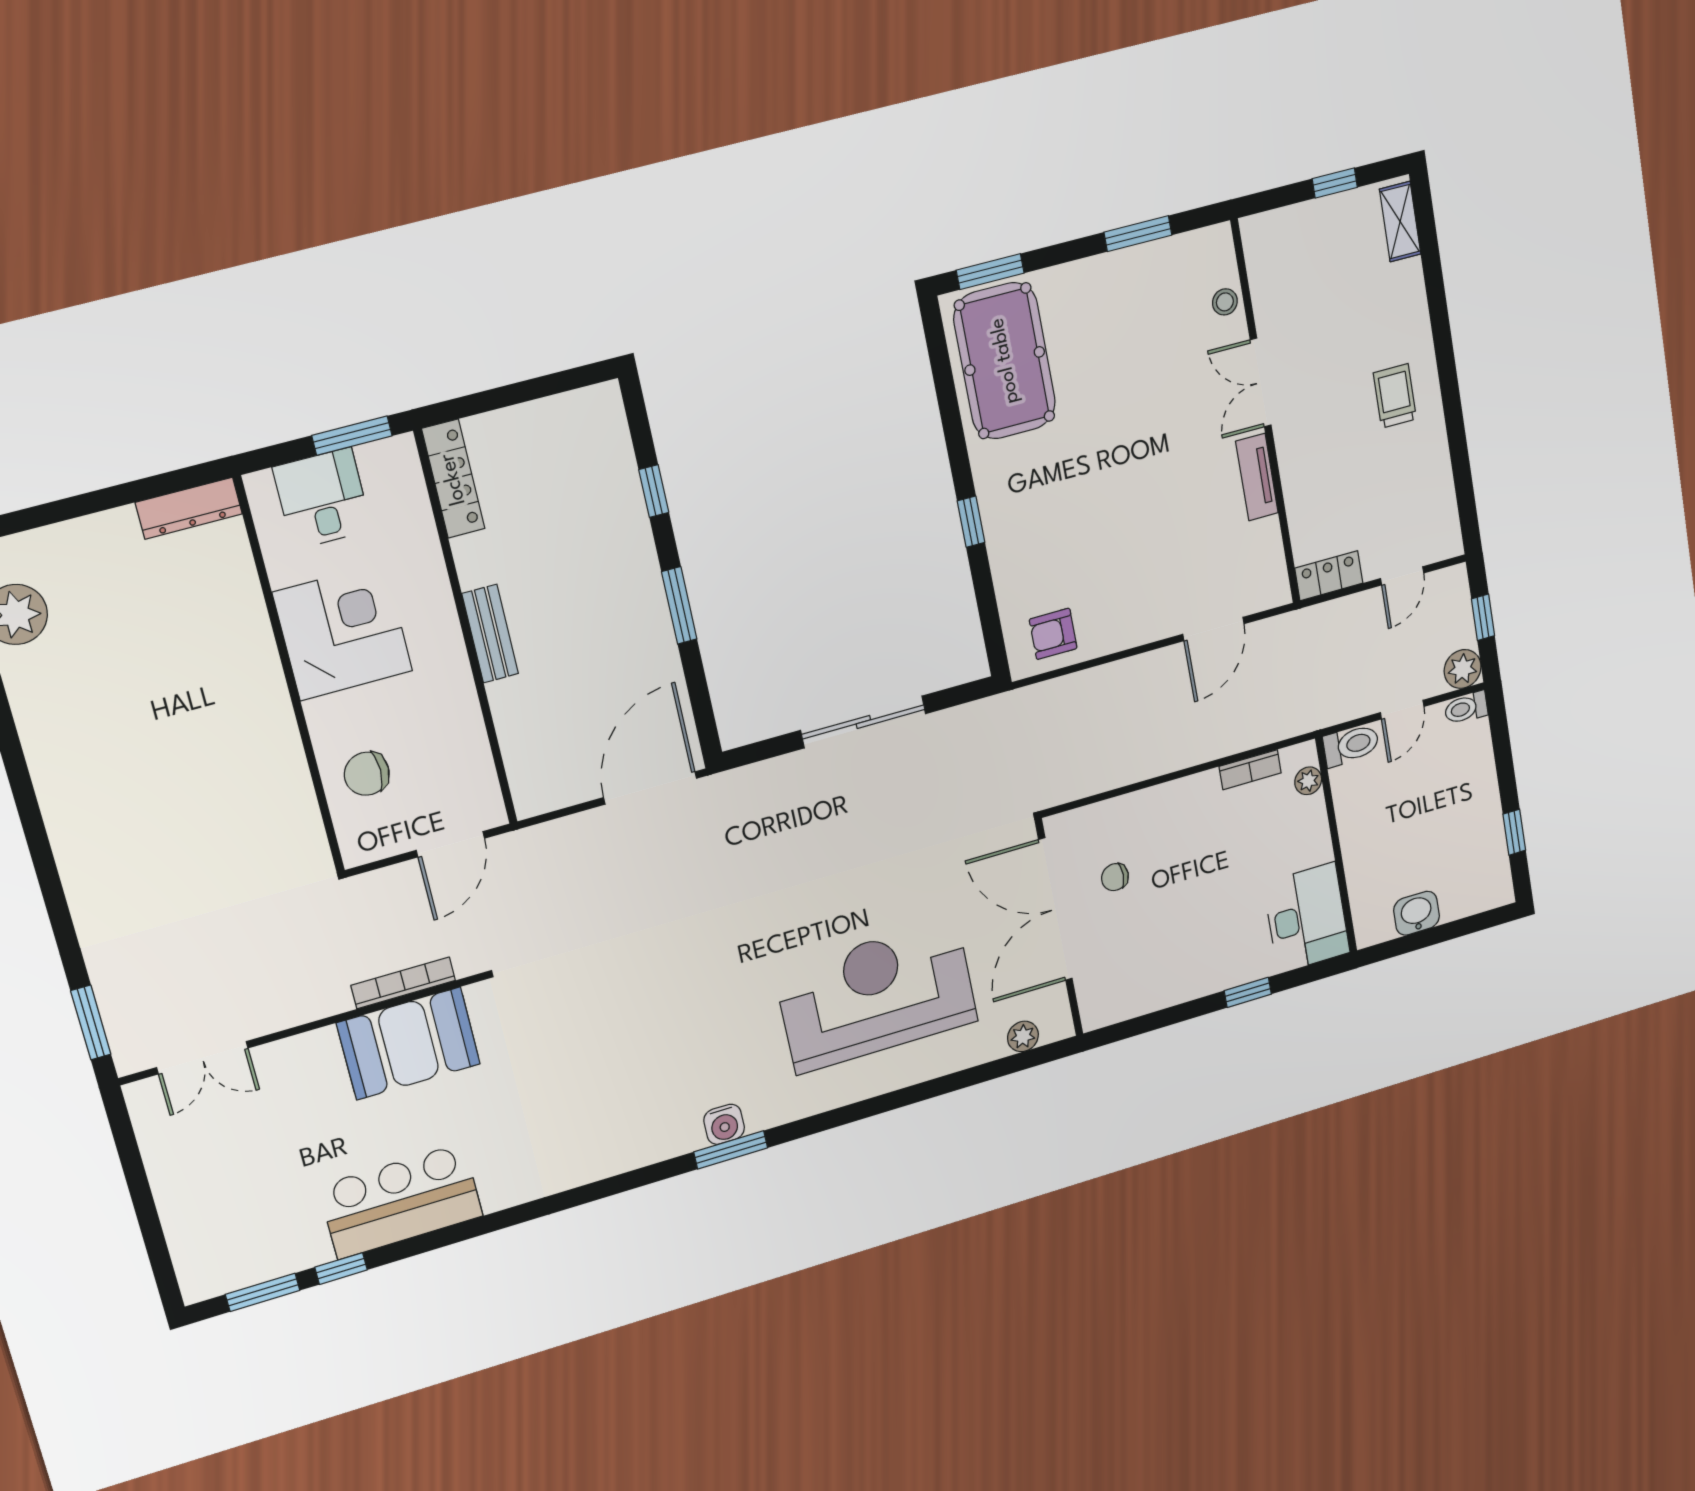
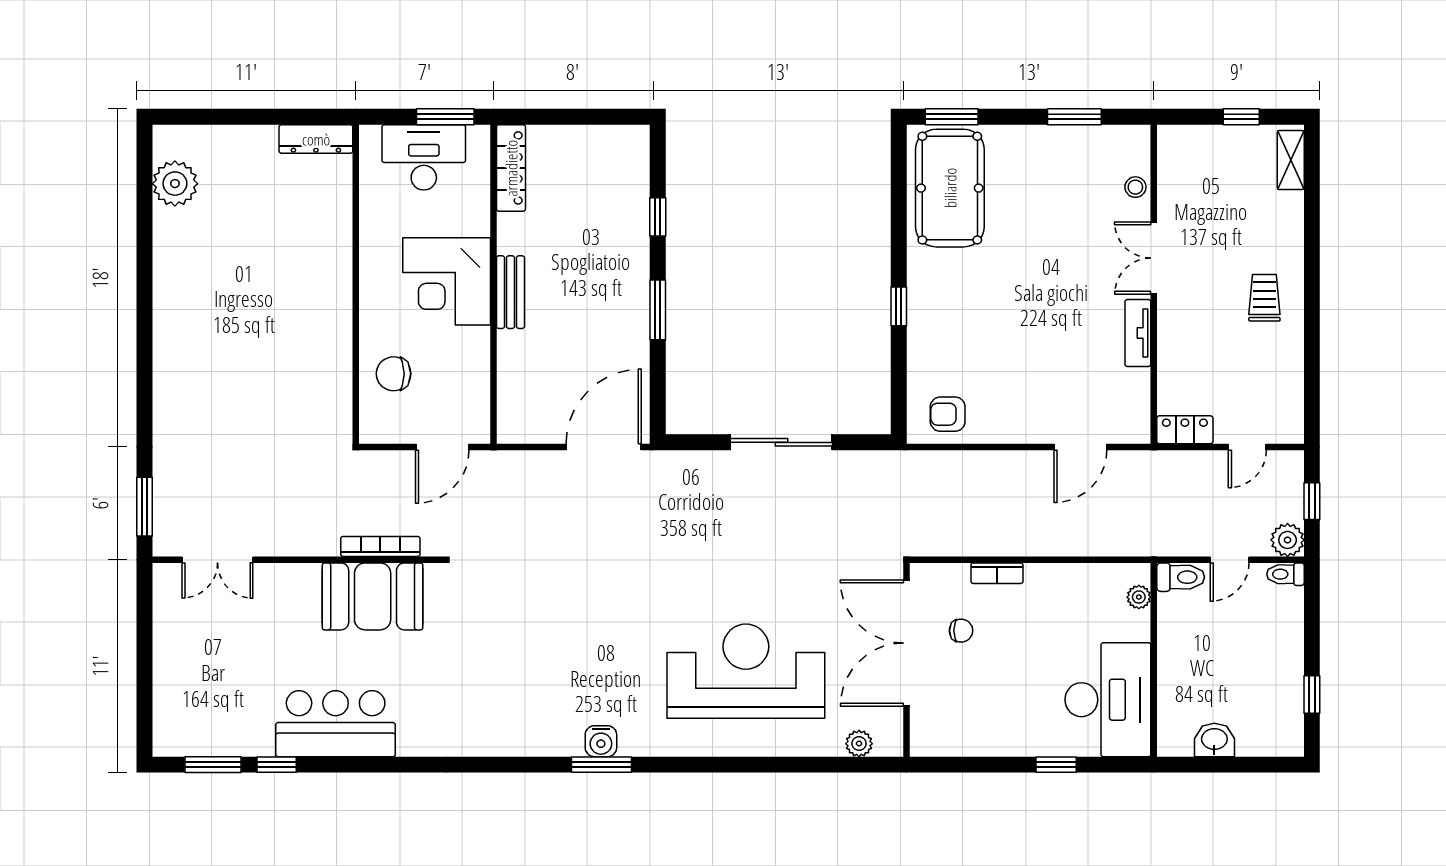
desk: (322, 499) -> (424, 157), width x1.37
corner desk: (343, 632) -> (447, 281), moved, turned 180
bookcase: (1250, 770) -> (997, 573), moved
chair: (1115, 877) -> (961, 631), turned 180
desk: (1307, 918) -> (1108, 700), width x1.36, depth x1.30

